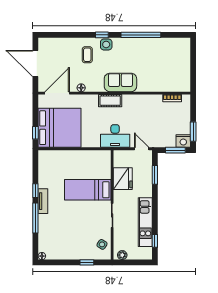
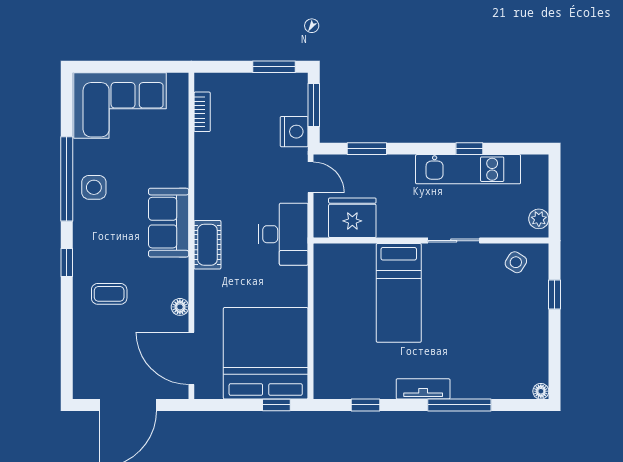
side table: (106, 44) -> (94, 187), moved
corner sofa: (175, 60) -> (120, 106), added
nightstand: (183, 141) -> (294, 132), moved
door: (142, 149) -> (311, 177), swing flipped
fridge: (123, 179) -> (352, 218), moved
window: (35, 191) -> (366, 405), moved
window: (155, 241) -> (469, 149), moved

